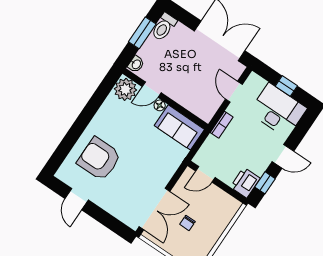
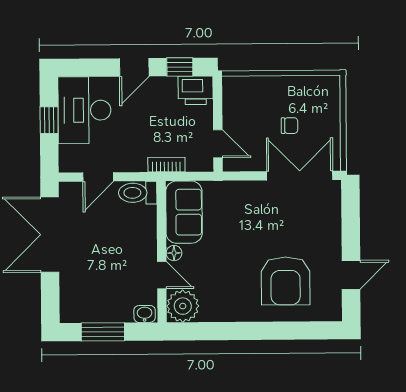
toilet: (164, 27) -> (138, 193), moved, turned 180
bookcase: (222, 125) -> (166, 165), moved
door: (283, 156) -> (134, 67), swing flipped

